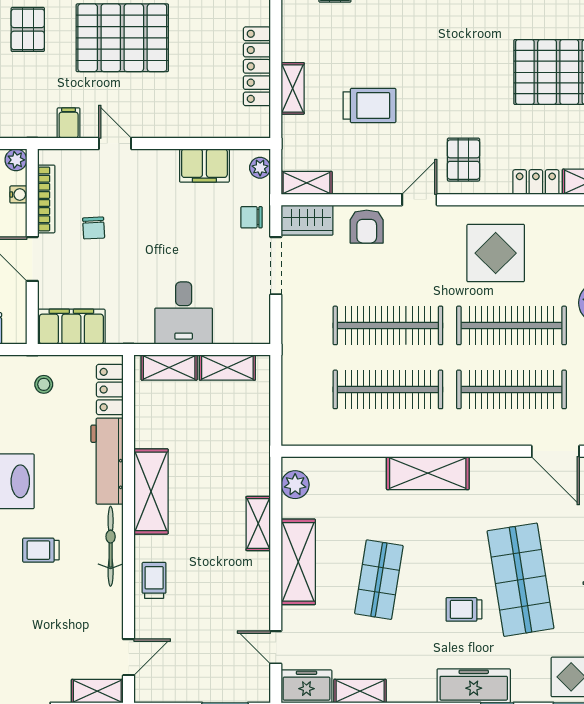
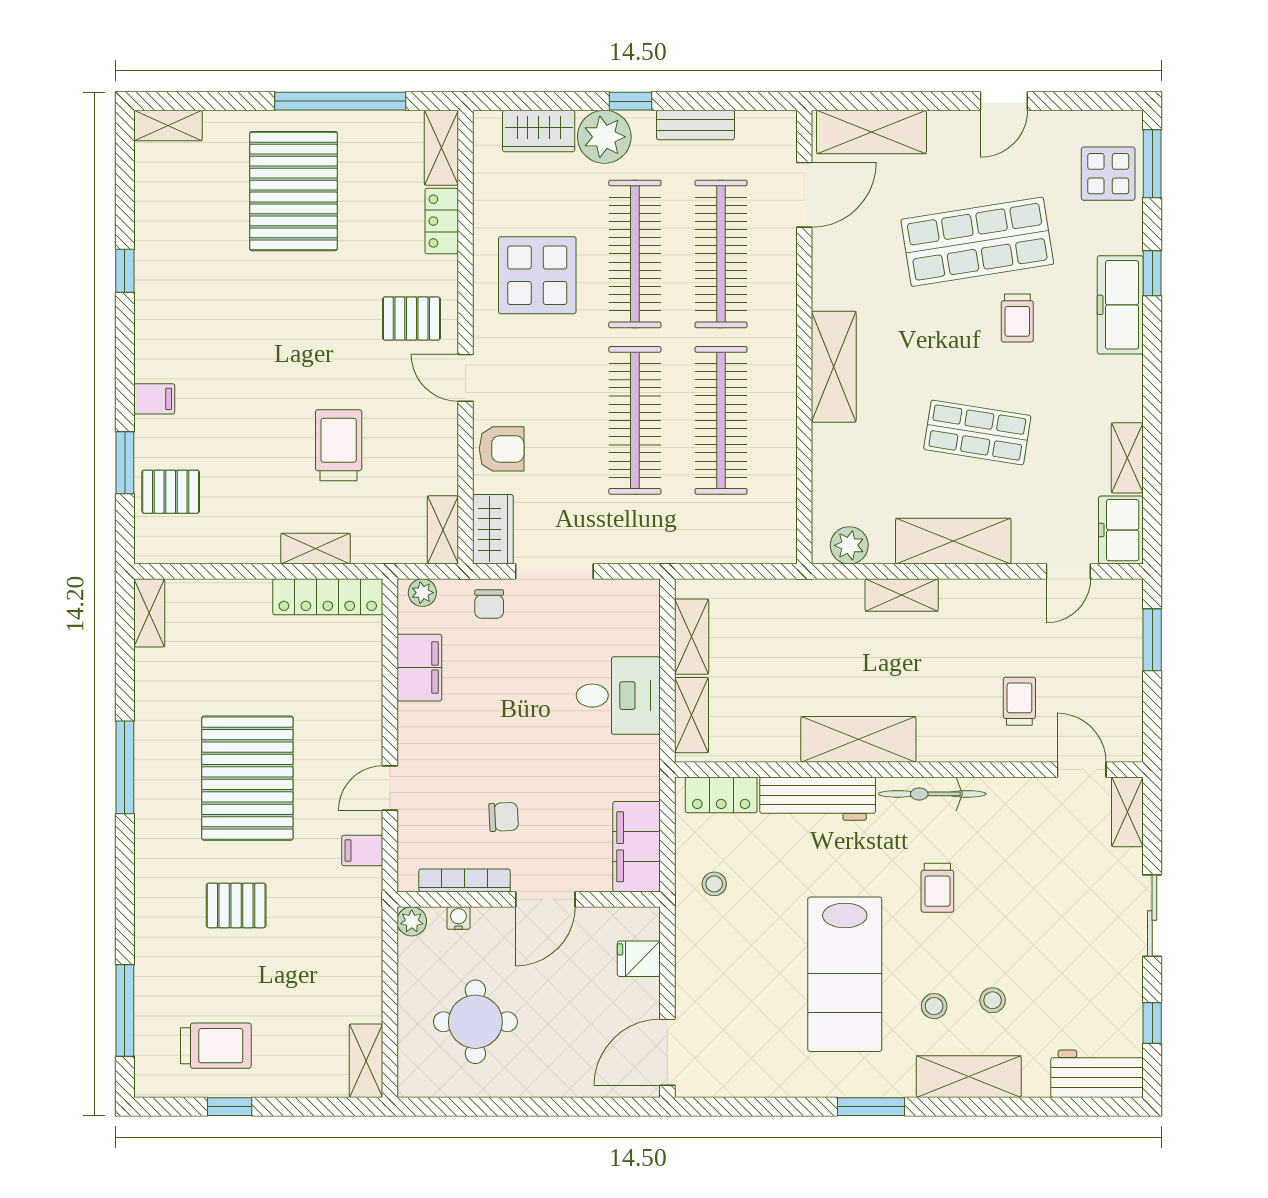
locker: (257, 66) -> (328, 597), moved
trolley: (154, 580) -> (1019, 701), moved, turned 90

